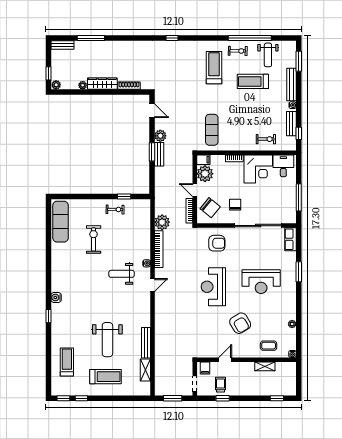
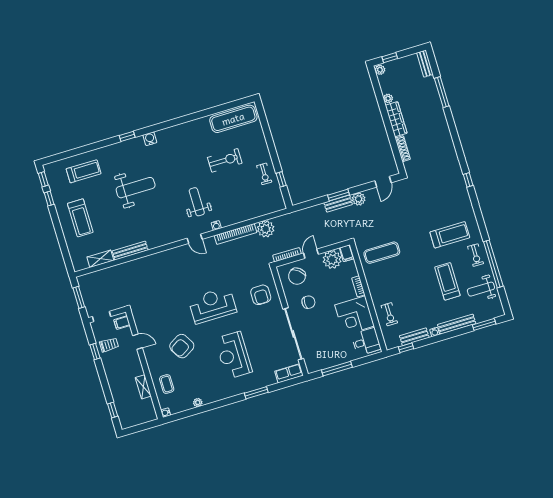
weight bench: (107, 340) -> (136, 188), moved, turned 180

